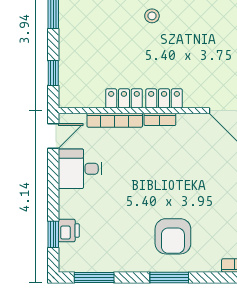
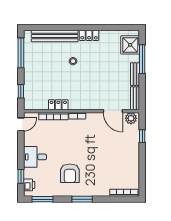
locker: (164, 98) -> (79, 105), removed
desk: (80, 169) -> (35, 157), moved
printer: (69, 230) -> (29, 185), moved
armchair: (173, 236) -> (70, 173), moved

